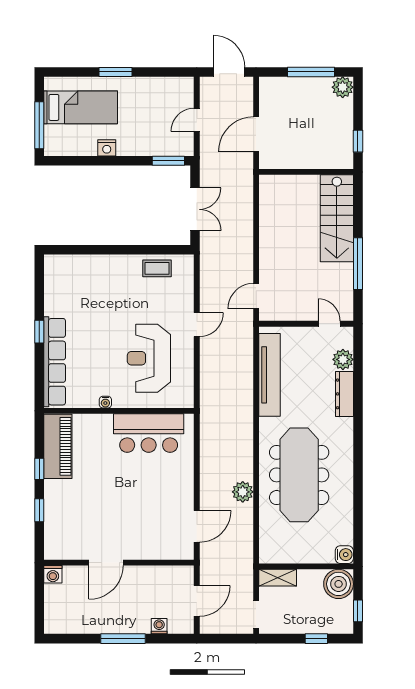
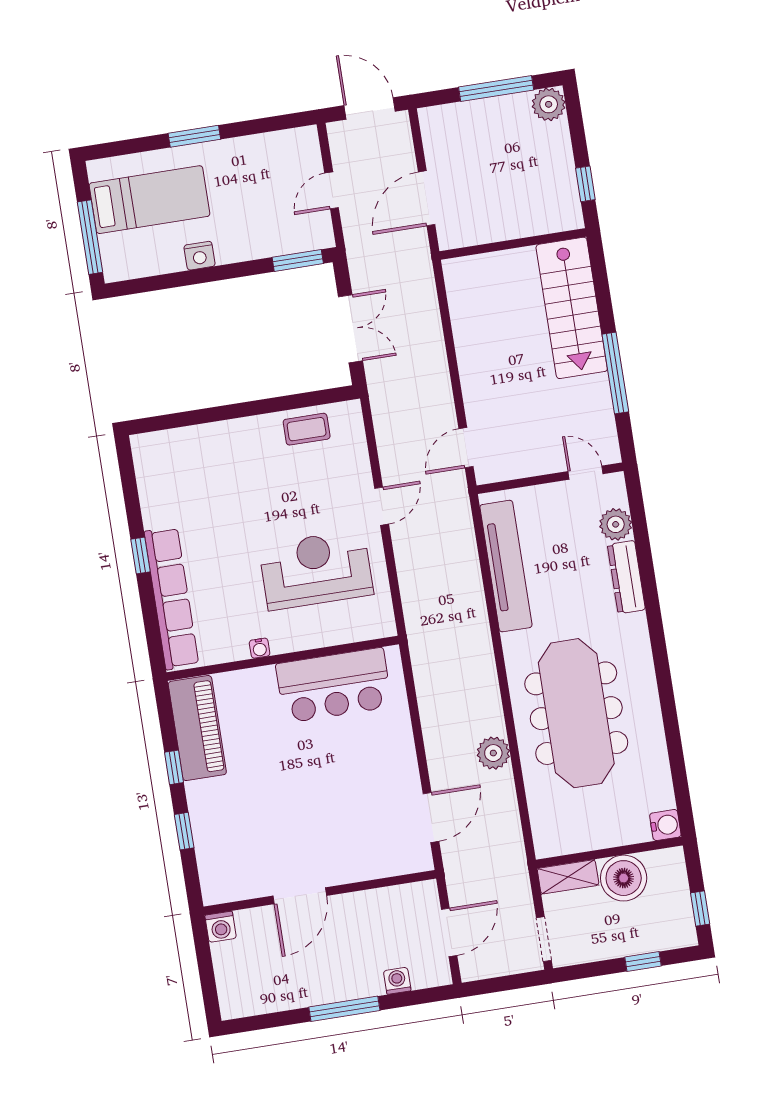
reception desk: (149, 358) -> (316, 570), turned 90
boiler: (339, 584) -> (624, 878), moved

